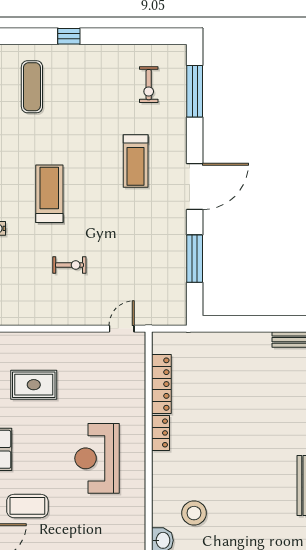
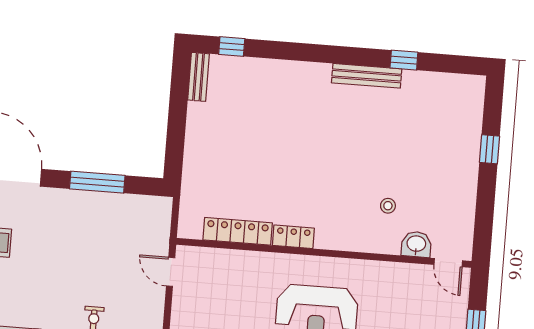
stool: (194, 513) -> (388, 206), width x0.53, depth x0.53

